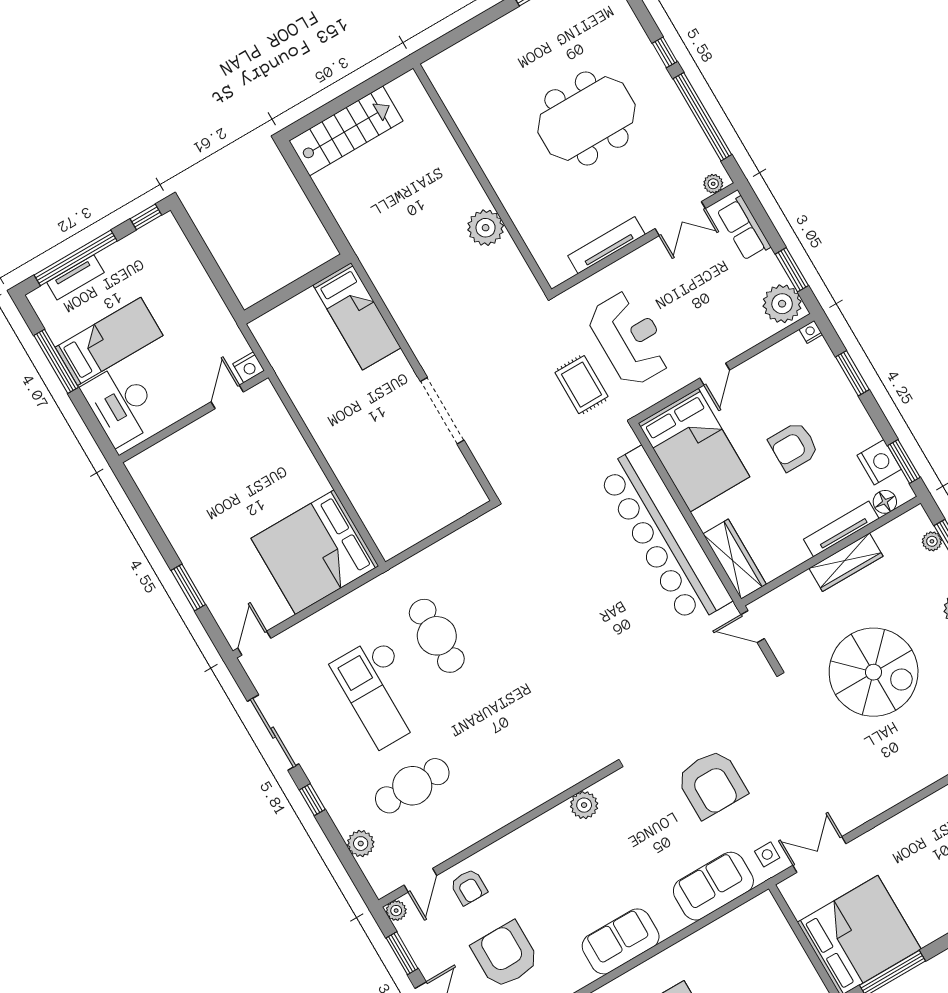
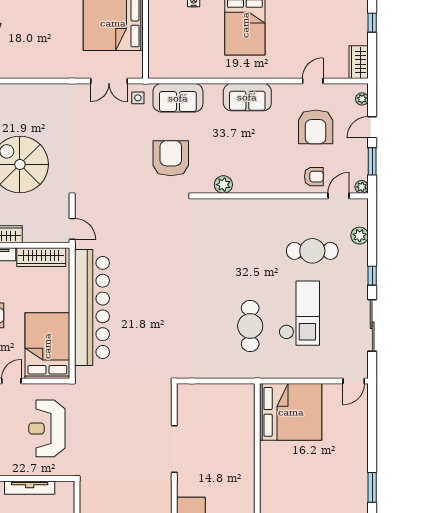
rug: (582, 385) -> (89, 418), removed
wardrobe: (735, 559) -> (41, 257), moved, turned -90
window: (188, 587) -> (372, 487), moved
armchair: (712, 784) -> (171, 158), moved
armchair: (469, 887) -> (314, 177), turned 90

